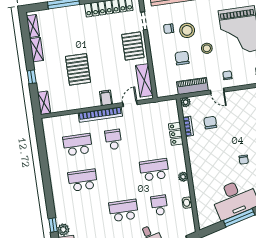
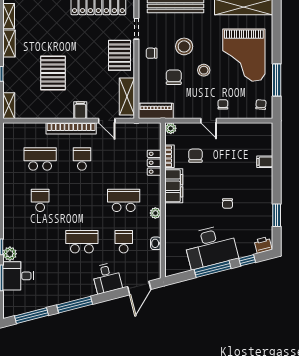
chair: (169, 29) -> (152, 53), moved
piano: (192, 86) -> (156, 111), moved
door: (130, 104) -> (107, 121), swing flipped
filing cabinet: (195, 151) -> (174, 186), added
school desk: (83, 180) -> (40, 200), width x0.54

